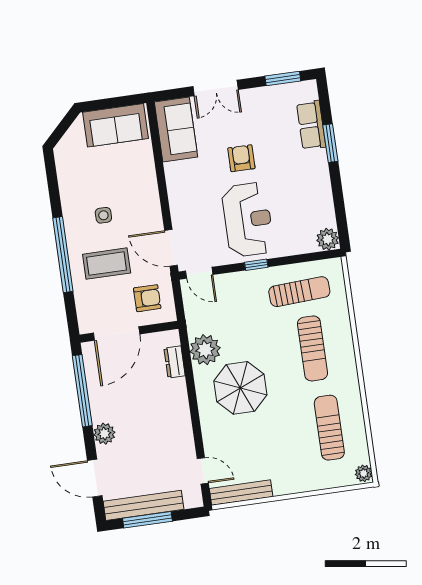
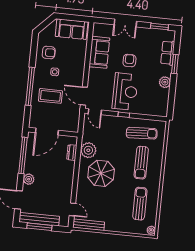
sofa: (176, 129) -> (99, 52), moved
plant: (328, 239) -> (165, 82), moved
armchair: (147, 298) -> (49, 53), moved

